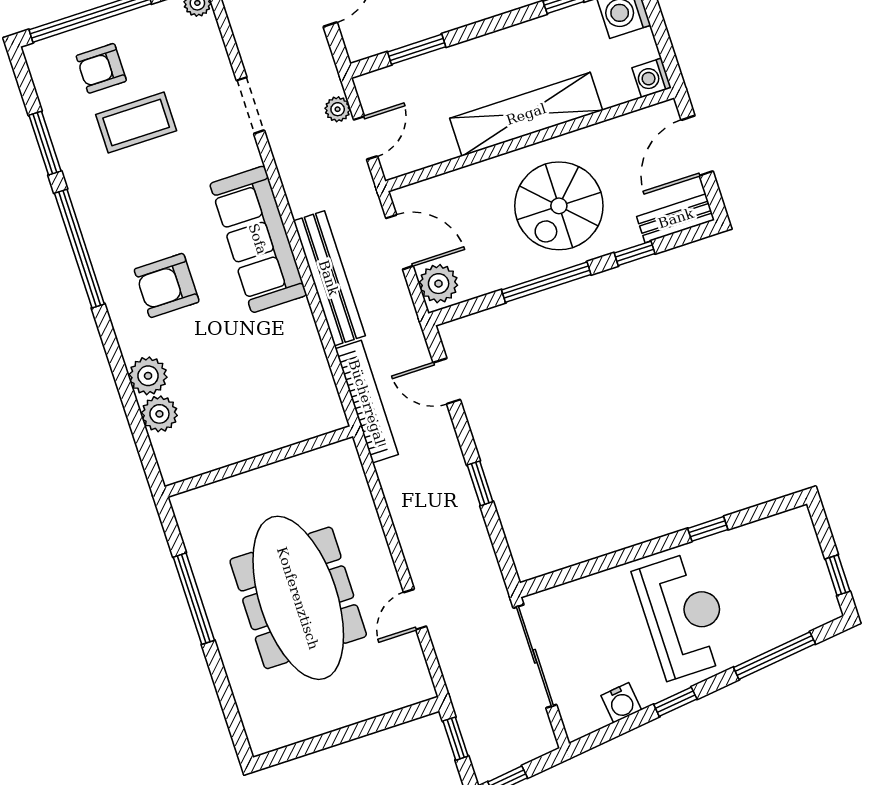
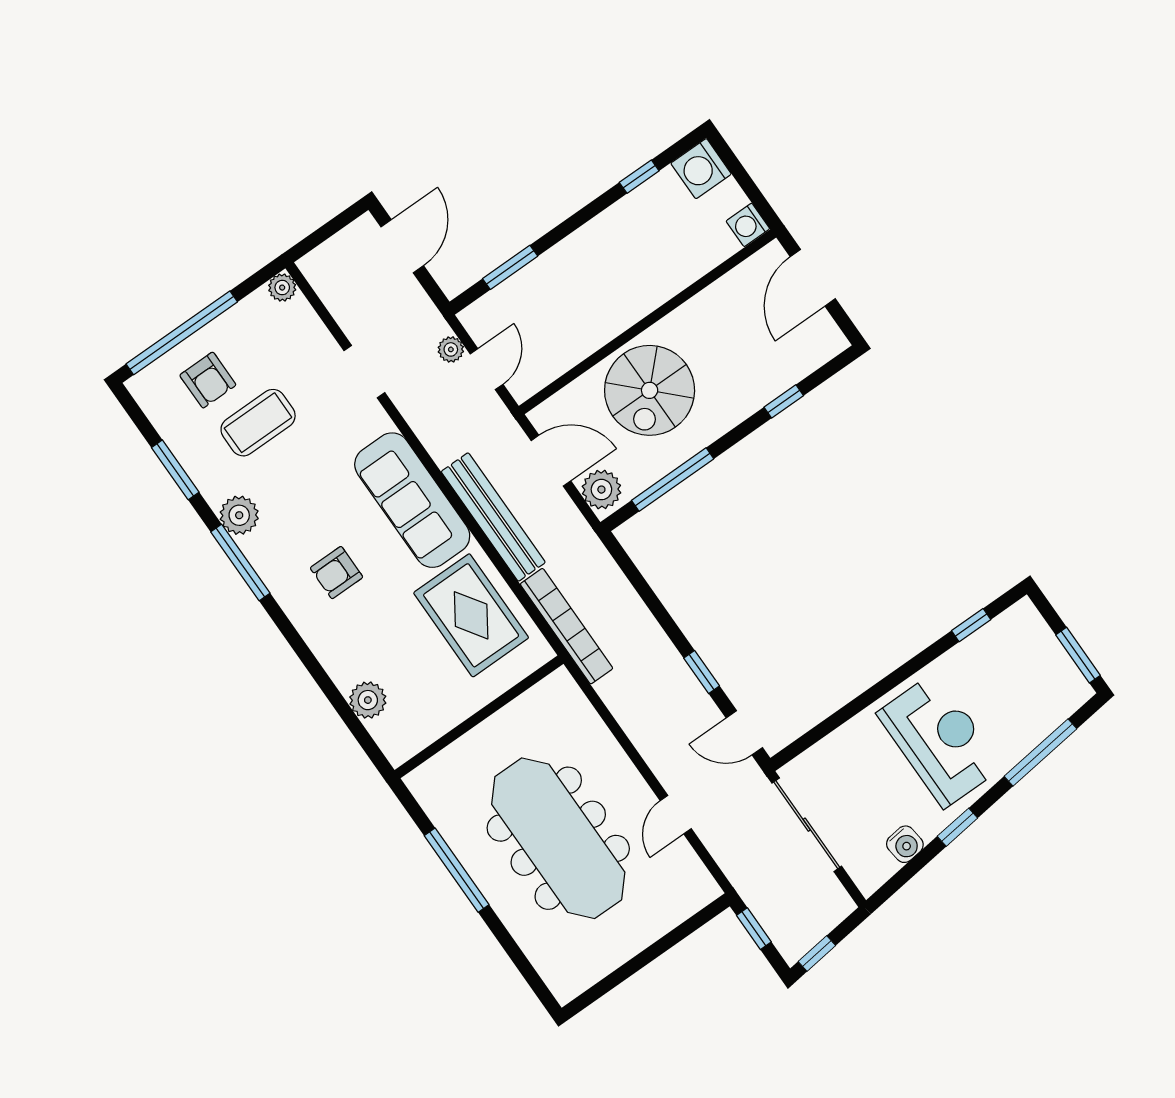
armchair: (101, 68) -> (208, 380), turned -90
shelving: (526, 114) -> (636, 298), removed
spiral stairs: (559, 206) -> (650, 390), moved
bench: (676, 218) -> (813, 355), removed
window: (79, 249) -> (240, 563), width x0.68
window: (546, 282) -> (673, 480), moved
armchair: (167, 285) -> (337, 573), width x0.72, depth x0.72
rug: (280, 364) -> (471, 615), added
plant: (148, 376) -> (239, 515), moved
door: (447, 381) -> (744, 733), moved
window: (708, 529) -> (971, 625), moved
window: (838, 575) -> (1078, 655), width x1.50

